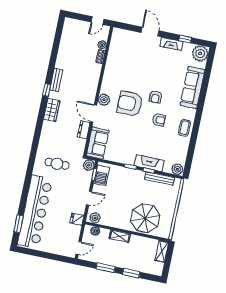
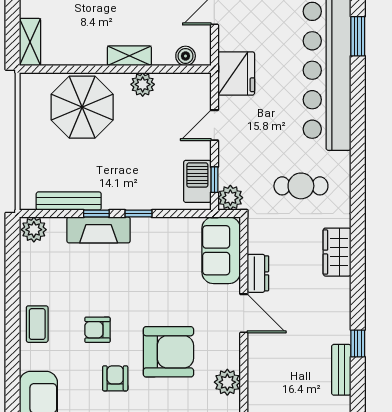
plant: (104, 100) -> (227, 382), moved
wardrobe: (52, 110) -> (337, 252), moved
plant: (95, 218) -> (143, 84), moved
fridge: (77, 219) -> (236, 73), width x1.88, depth x1.34

